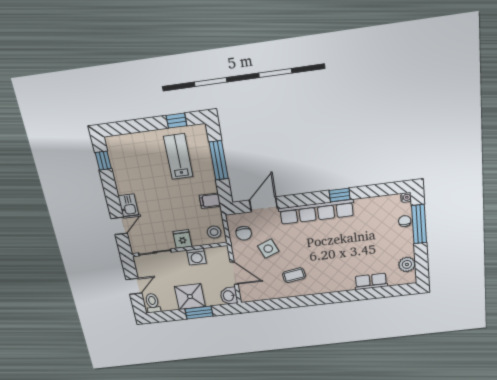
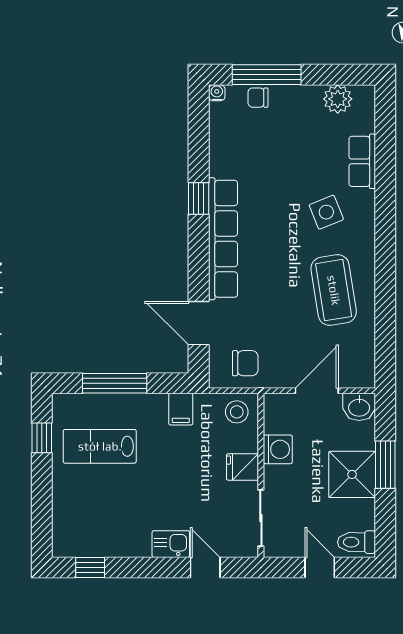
side table: (268, 249) -> (326, 212), moved
coffee table: (294, 275) -> (334, 290), width x1.86, depth x1.72

